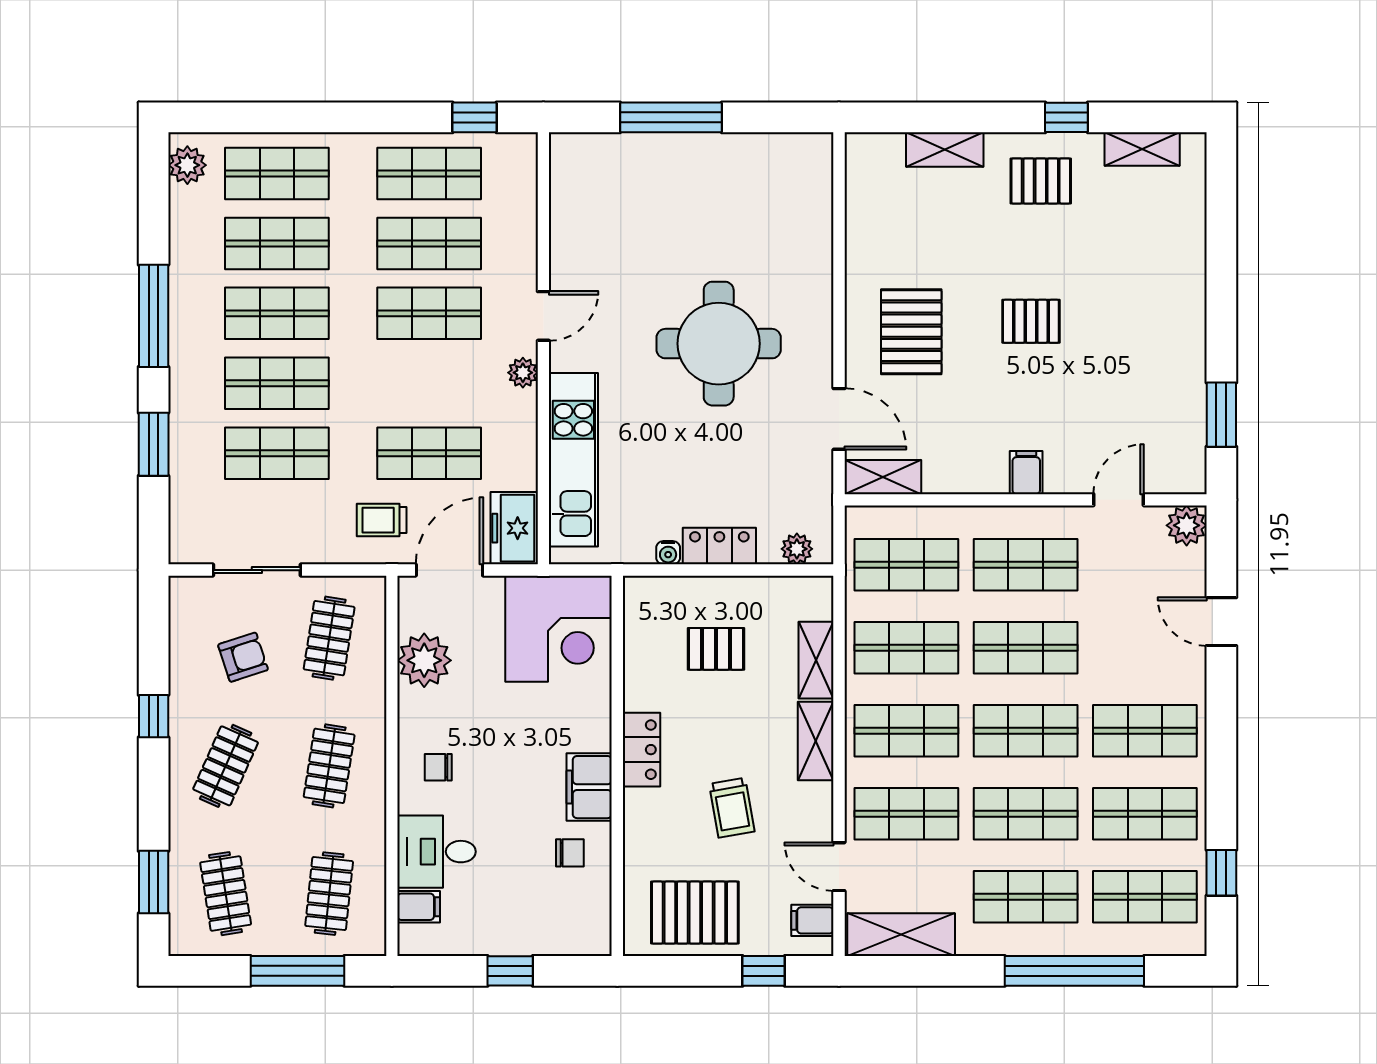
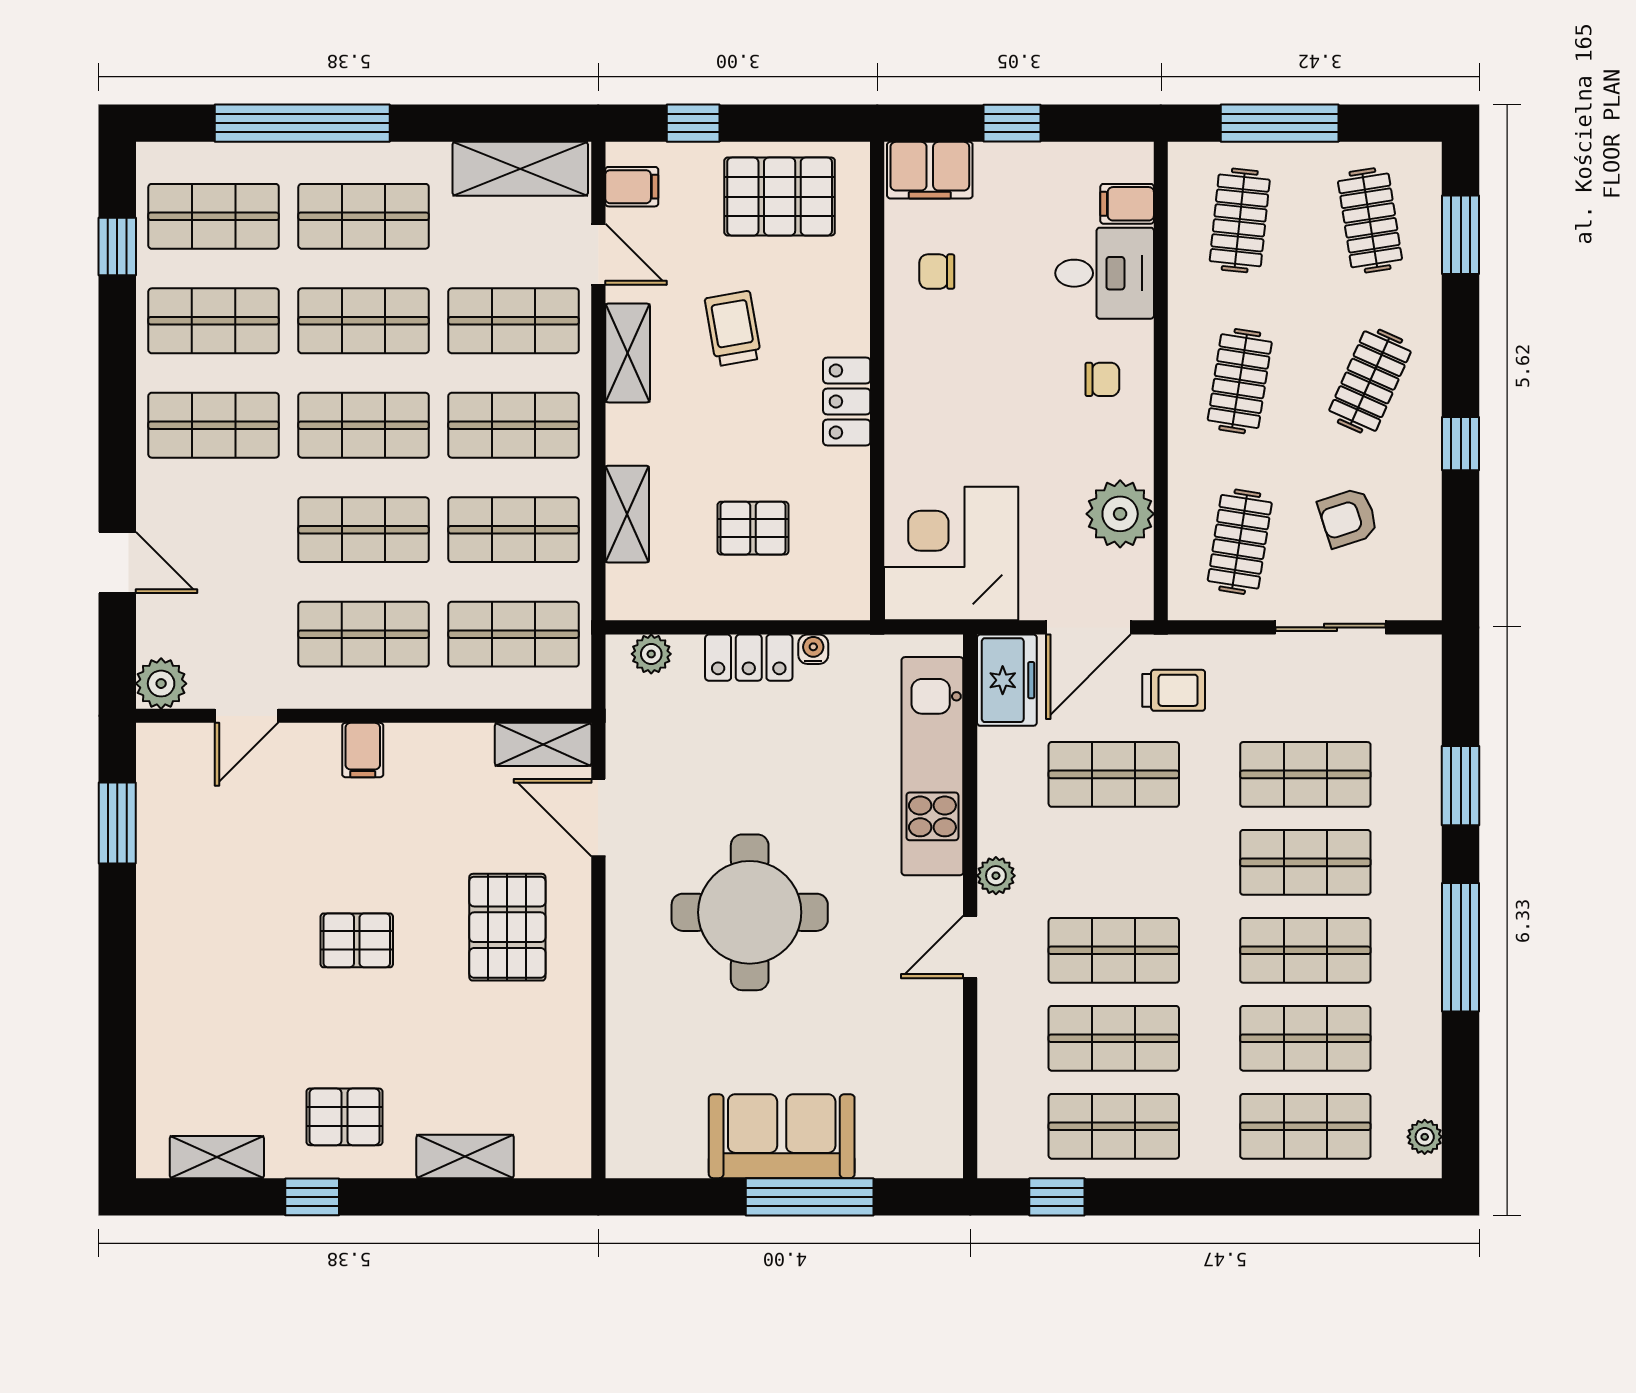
plant: (187, 165) -> (1425, 1137), width x0.73, depth x0.73
sofa: (693, 166) -> (782, 1136), added
shelving: (816, 741) -> (628, 353), moved
filing cabinet: (589, 787) -> (930, 170), moved, turned 90

